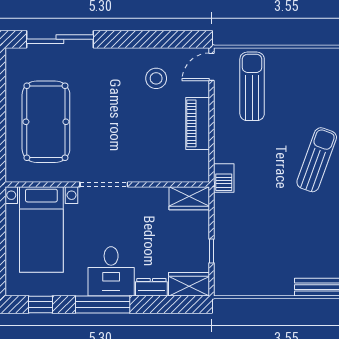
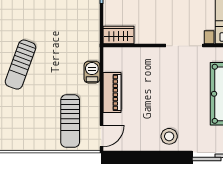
stool: (156, 78) -> (169, 136), moved
barbecue: (224, 178) -> (92, 72), moved

